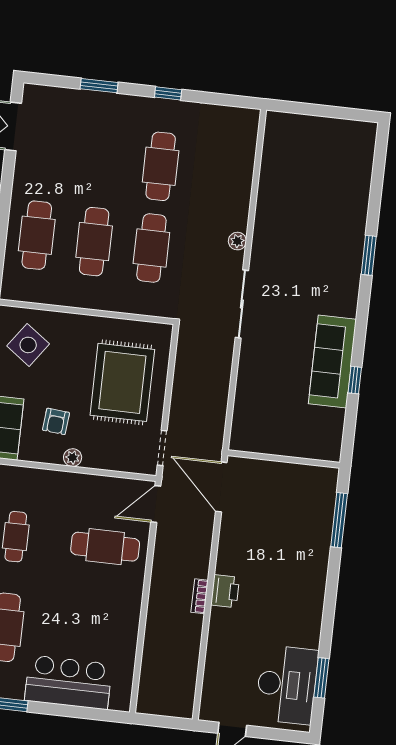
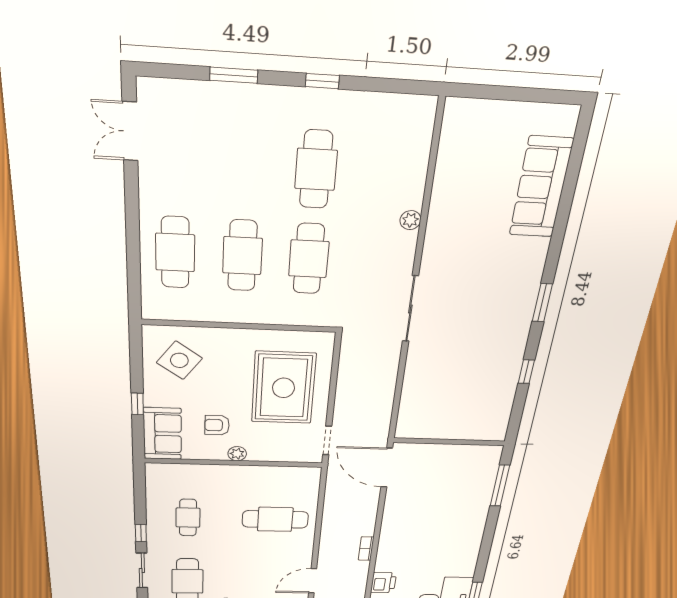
plant: (237, 241) -> (410, 220), moved
window: (369, 255) -> (542, 303), moved
sofa: (332, 361) -> (541, 187), moved
armchair: (56, 421) -> (217, 425), turned 85
door: (156, 504) -> (313, 581), moved
printer: (225, 591) -> (383, 583), moved

